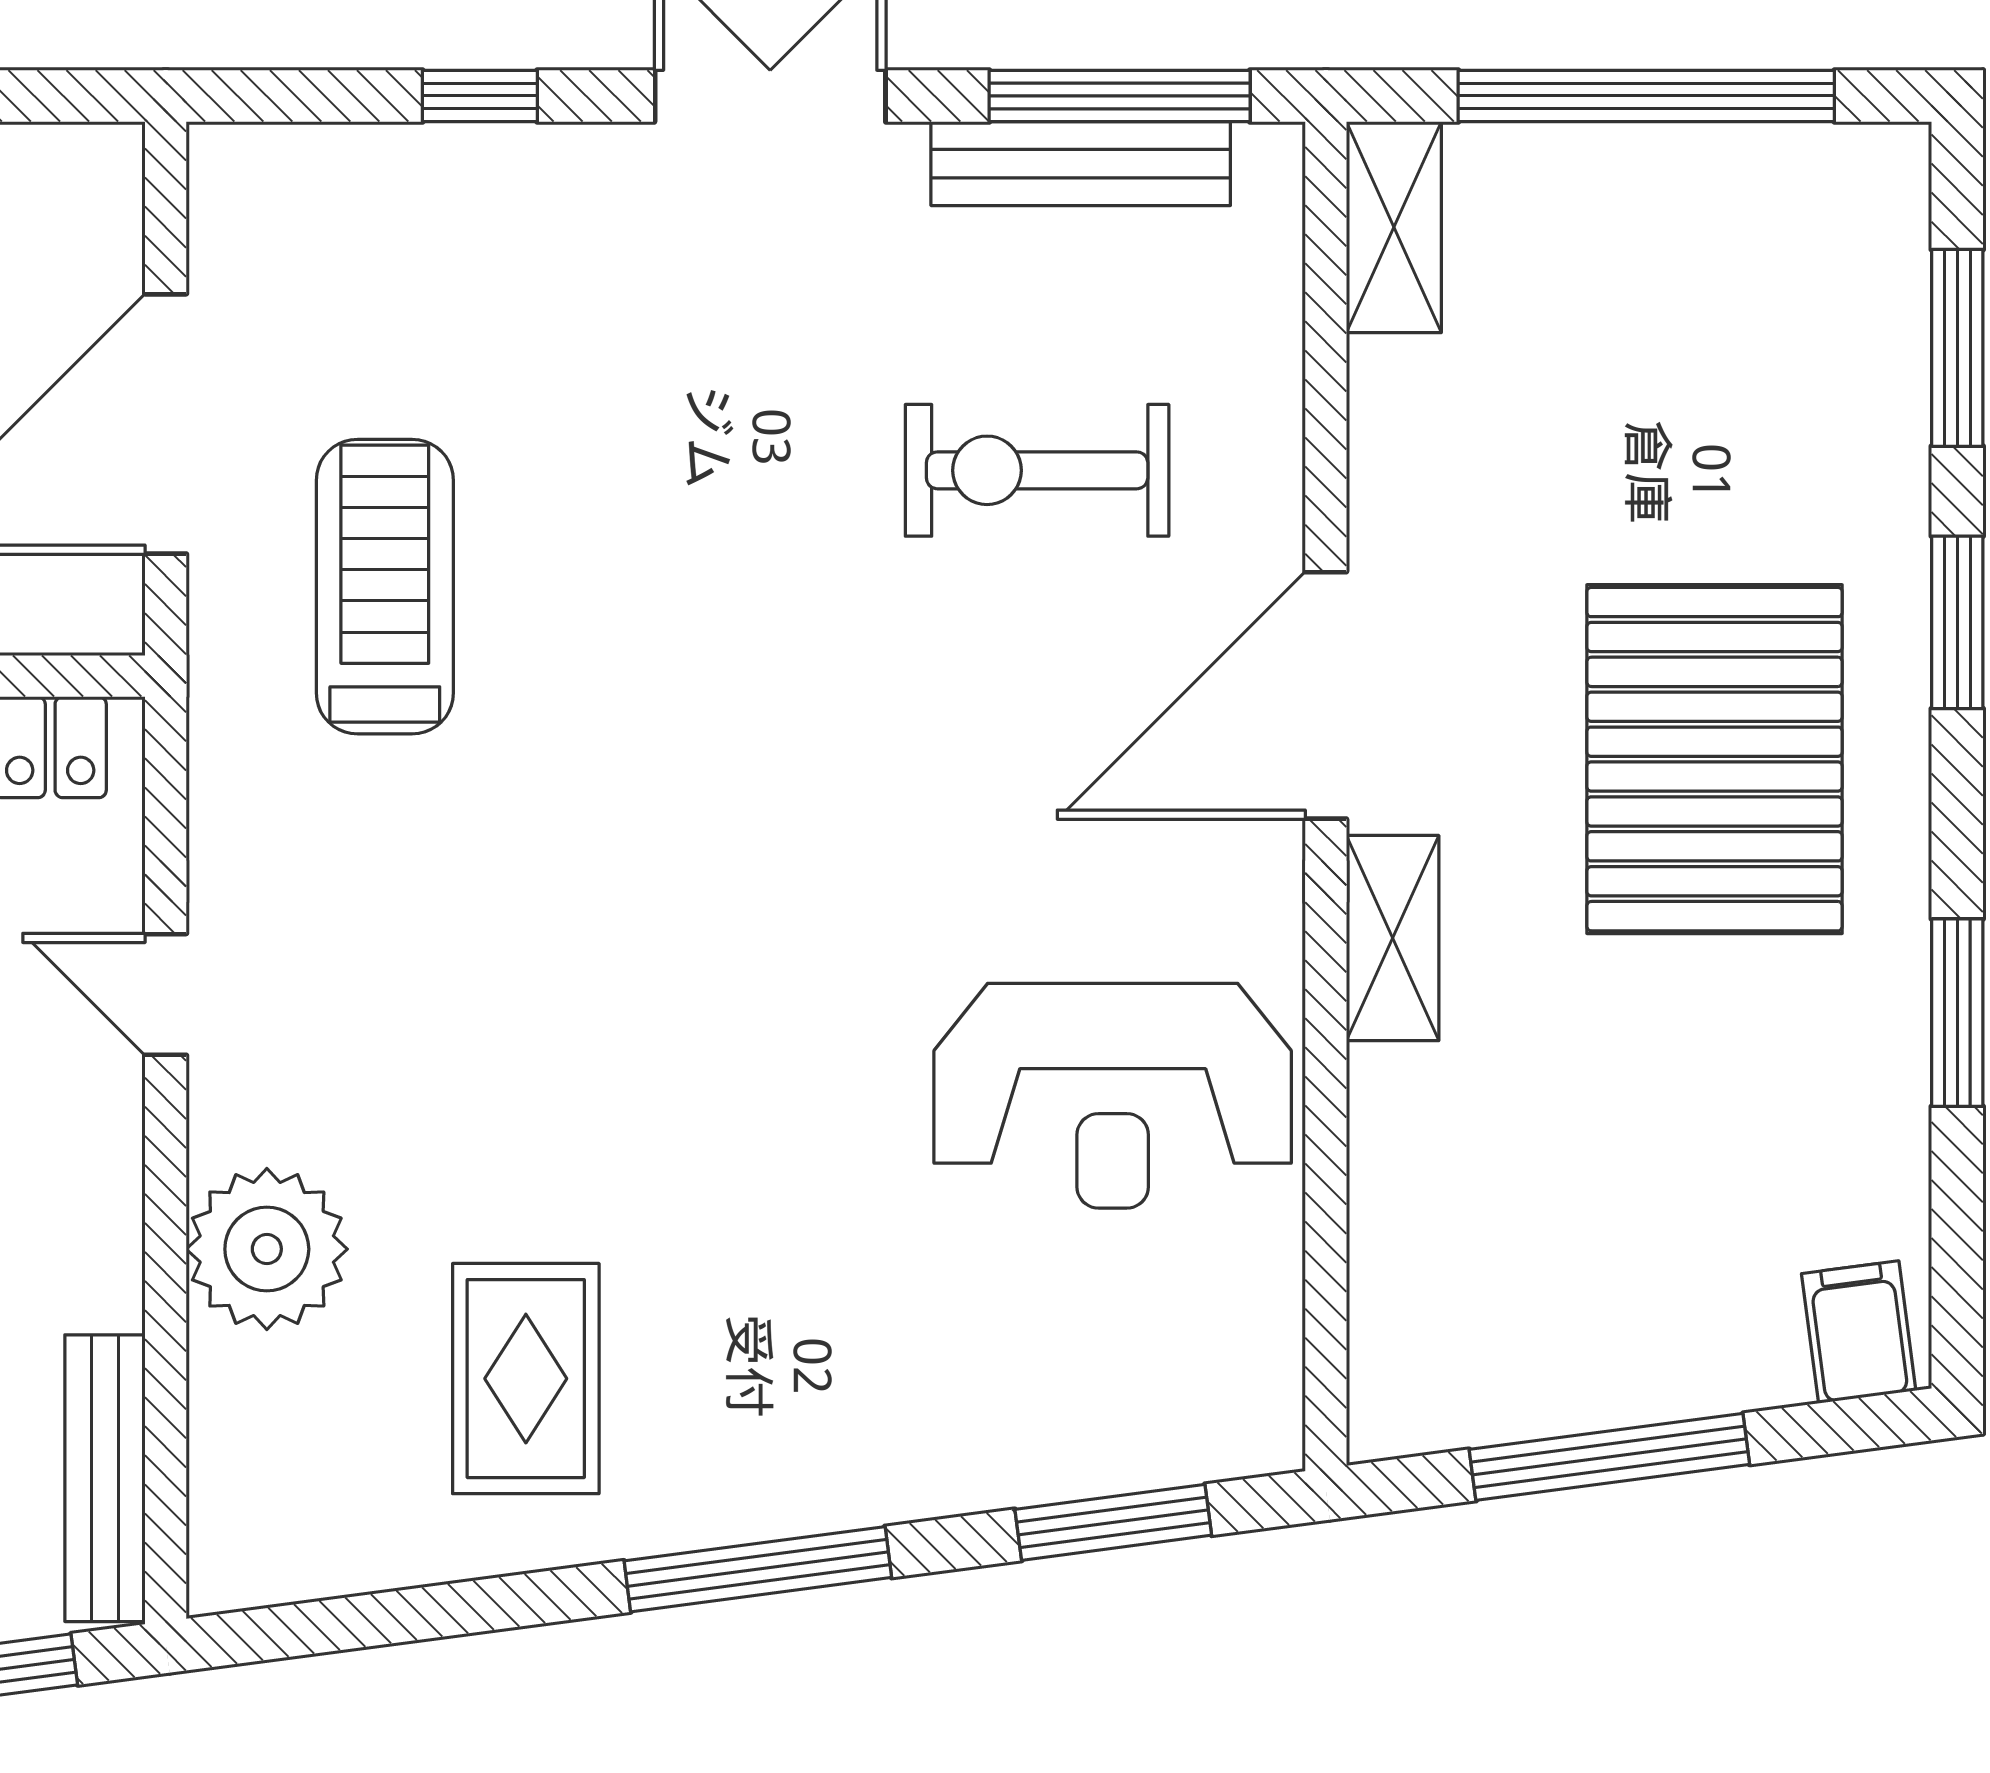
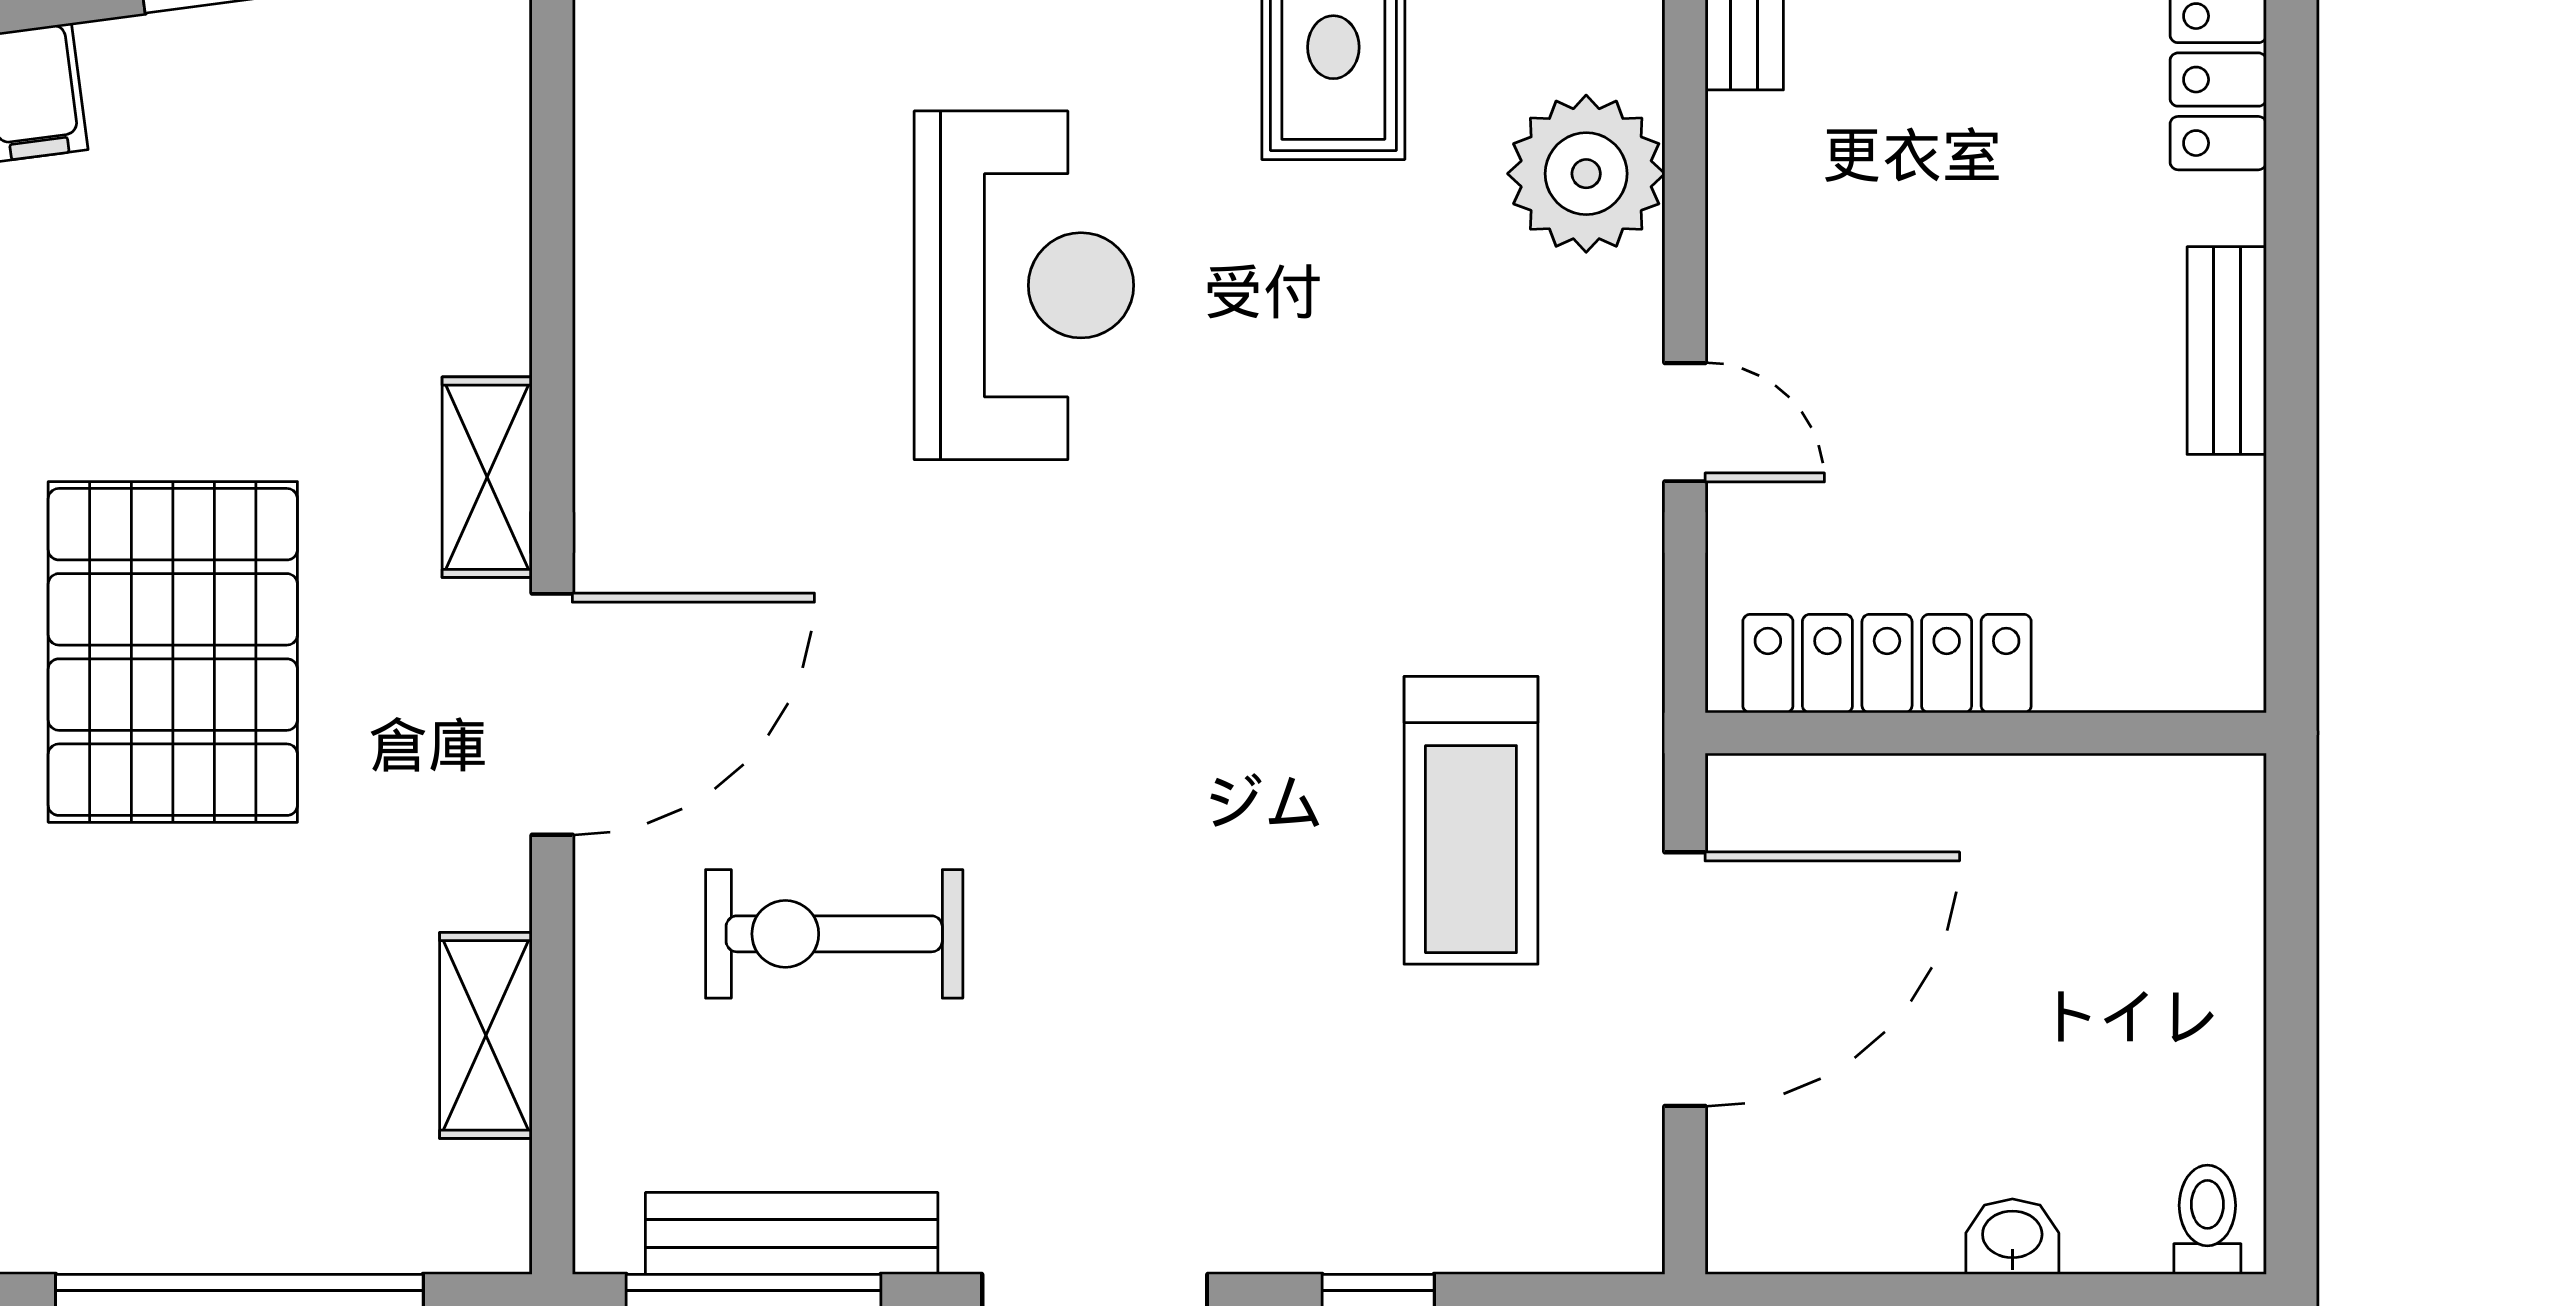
shelving: (1394, 227) -> (486, 1035), moved
exercise bike: (1037, 470) -> (834, 934), turned 180
reception desk: (1113, 1096) -> (1024, 285), moved, turned 90

